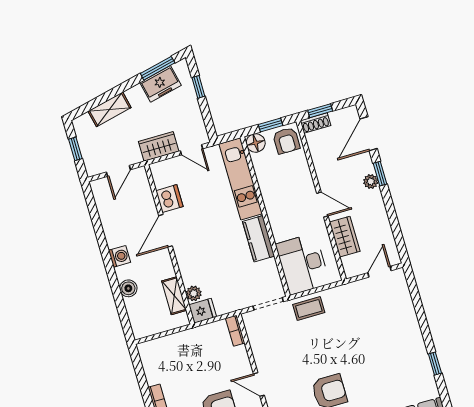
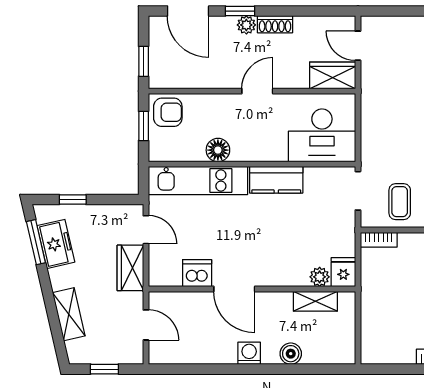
shoe rack: (315, 123) -> (275, 24), moved, turned 90
floor lamp: (256, 143) -> (218, 150), moved
door: (191, 150) -> (146, 230), hinge flipped
wardrobe: (345, 237) -> (333, 75), moved
coffee table: (309, 309) -> (400, 202), moved

